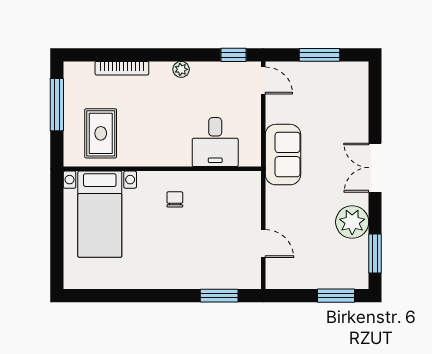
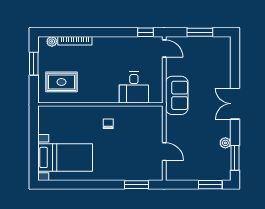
plant: (181, 69) -> (52, 41), moved
window: (57, 105) -> (34, 64), width x0.69
rug: (101, 133) -> (61, 82), turned 90
bed with nightstands: (100, 214) -> (65, 157), moved, turned -90
plant: (352, 222) -> (225, 143), width x0.53, depth x0.53

